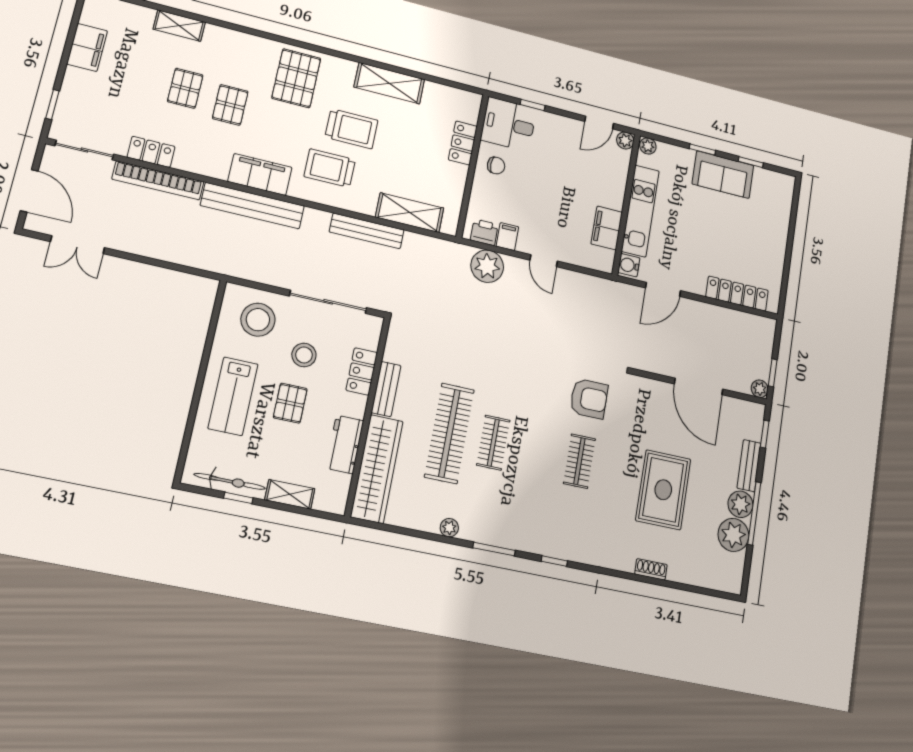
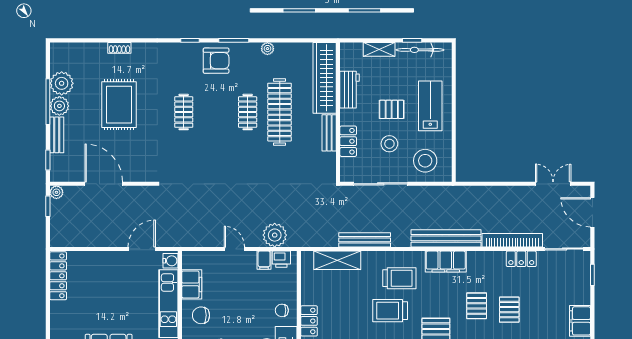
chair: (601, 186) -> (201, 315), added
locker: (737, 294) -> (58, 276), moved, turned -90
armchair: (589, 399) -> (216, 61), moved, turned 180
pallet: (290, 403) -> (392, 109), turned 90

